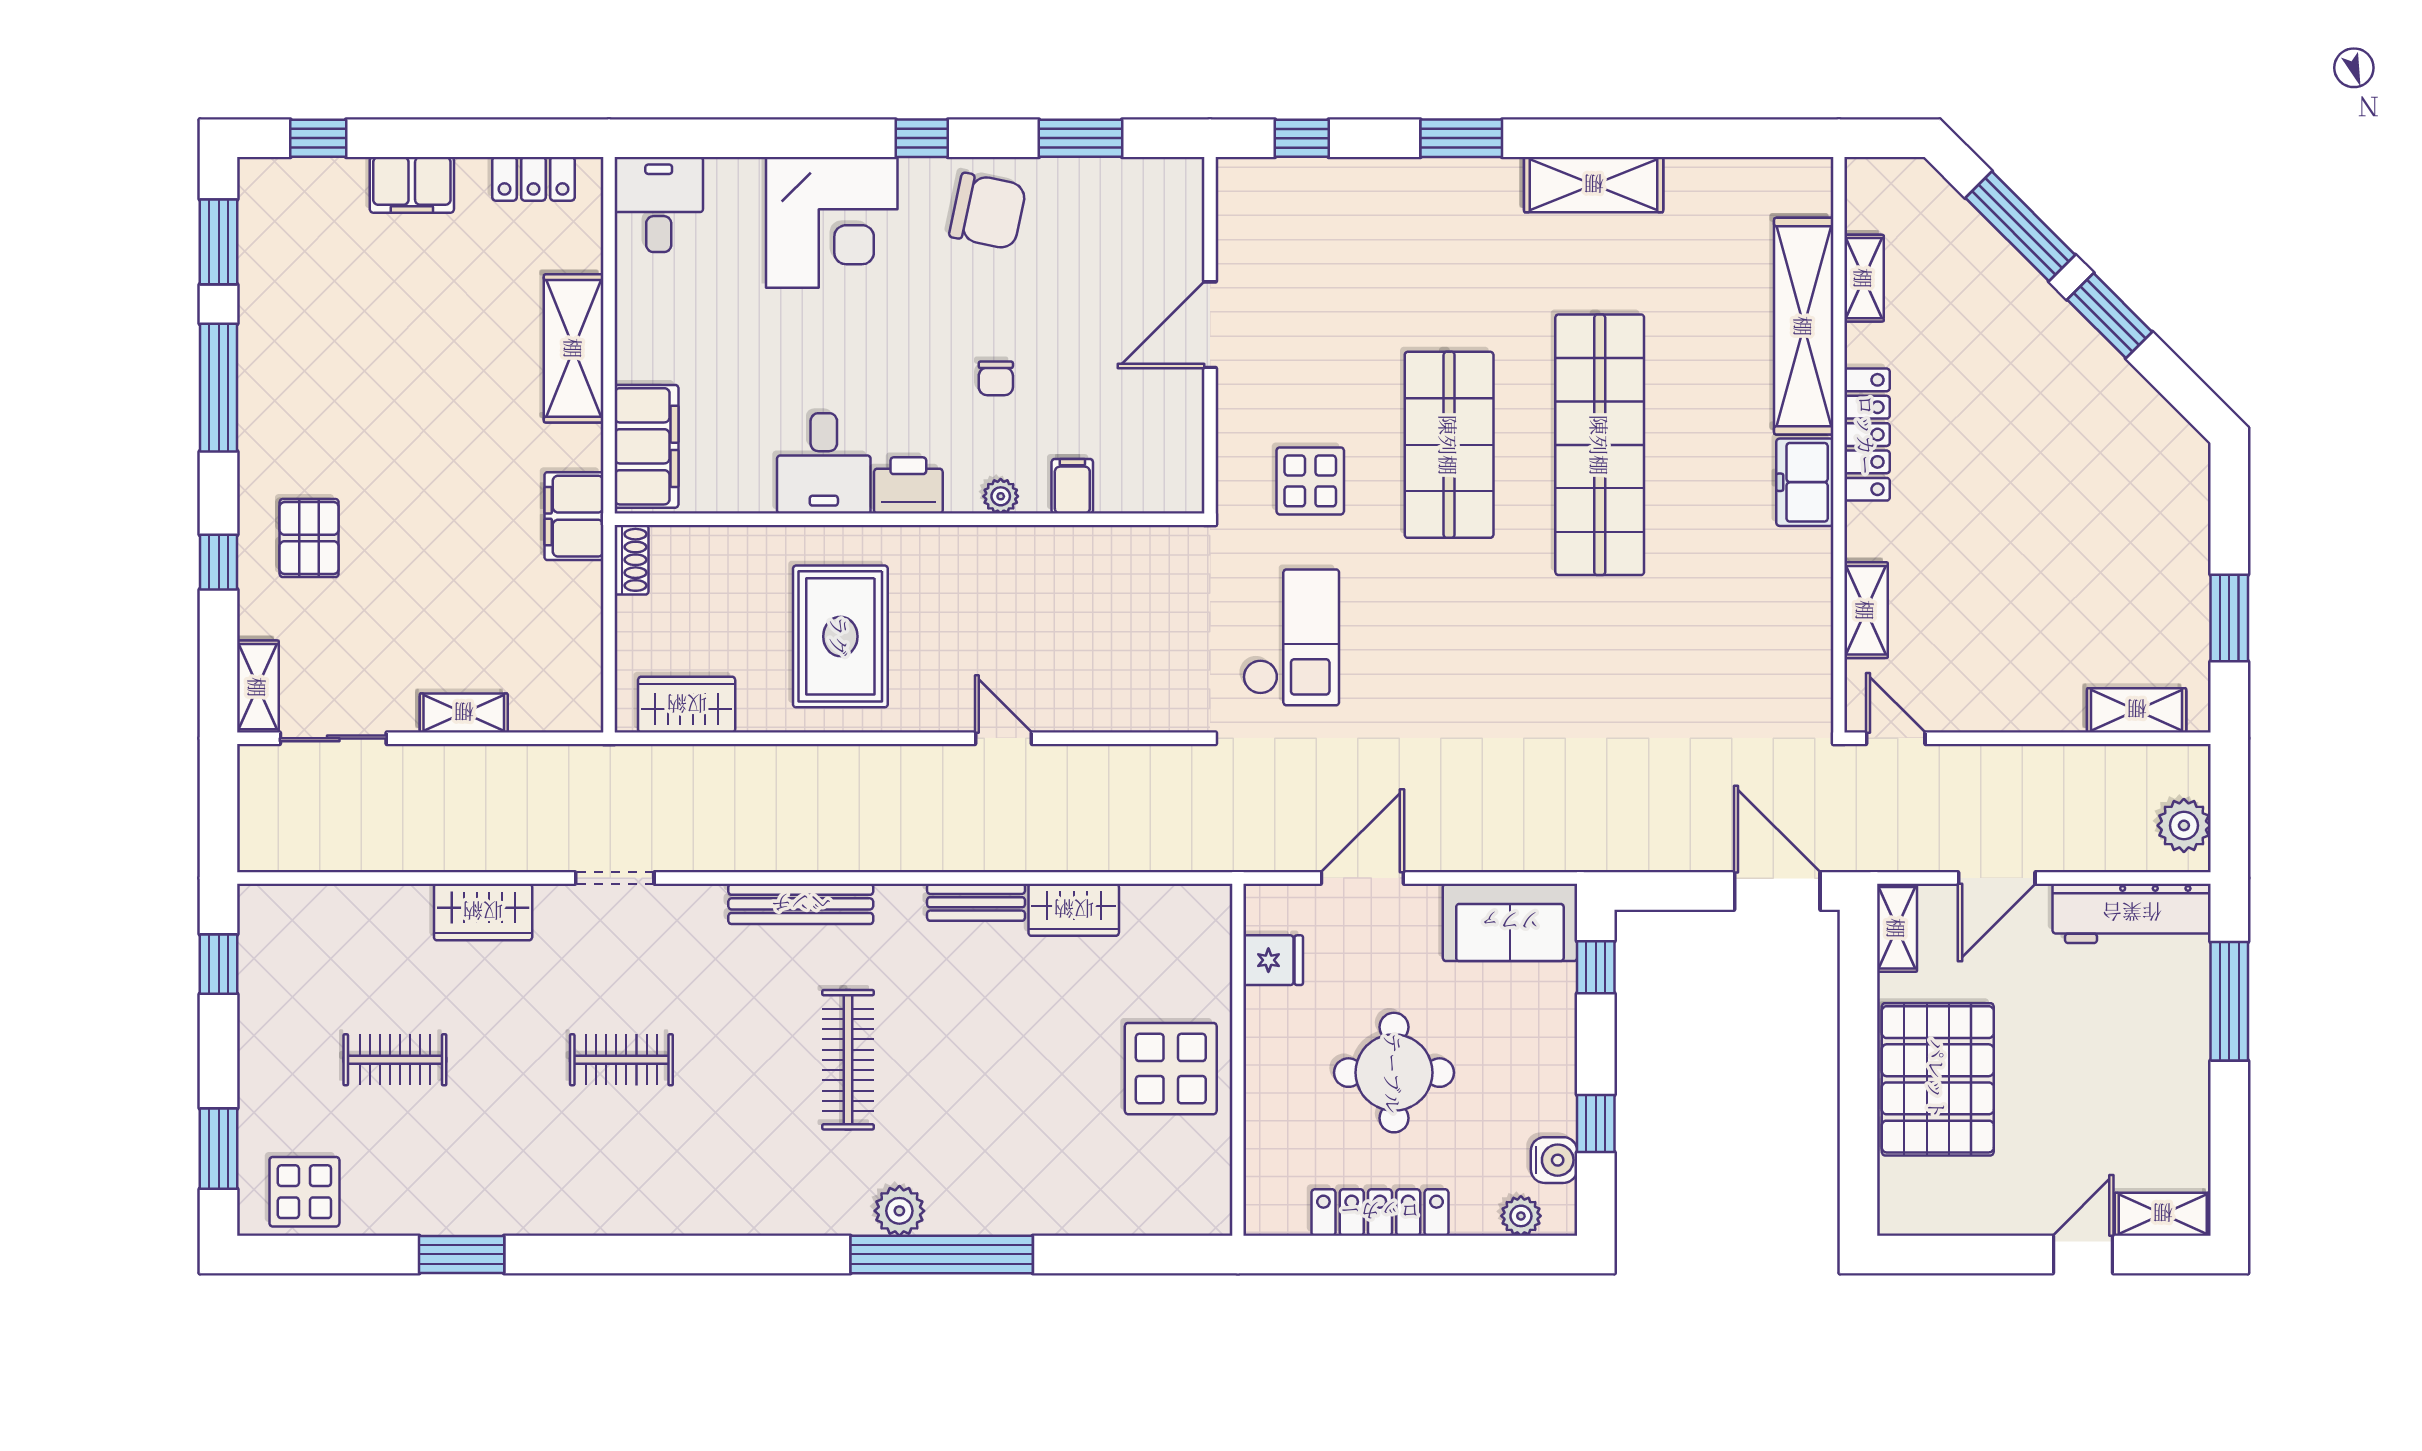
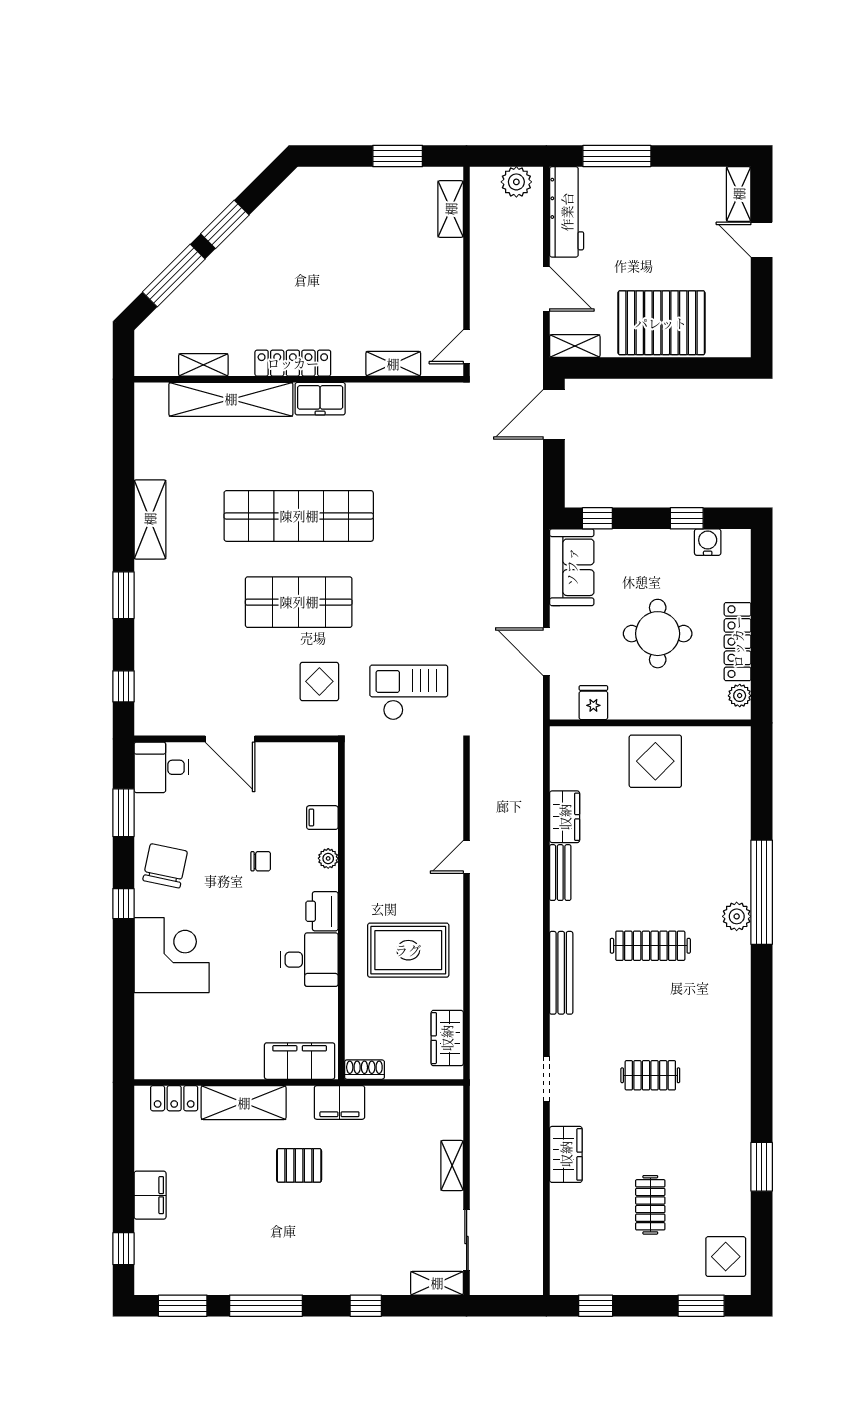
locker: (533, 179) -> (174, 1098), moved, turned 90
desk: (659, 205) -> (161, 767), moved
pallet: (309, 538) -> (299, 1165), moved
clothes rail: (621, 1060) -> (650, 1075), turned 90
plant: (1521, 1216) -> (740, 696), moved

